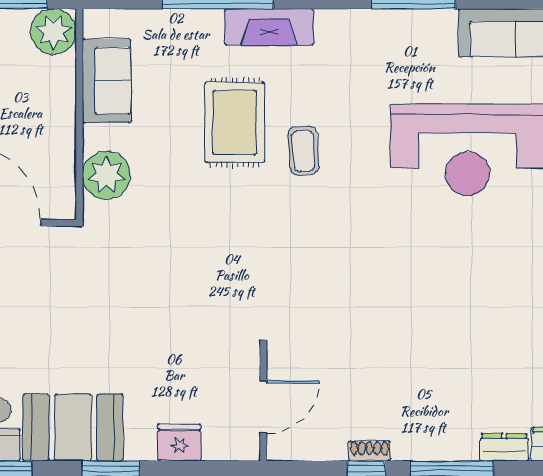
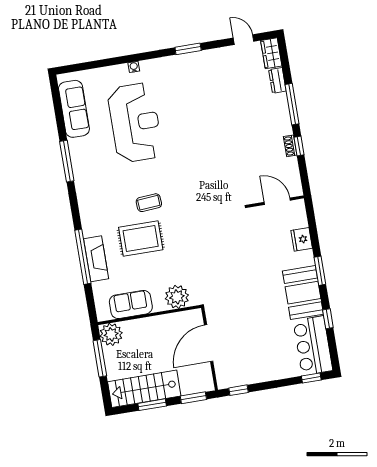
fireplace: (269, 27) -> (96, 259), moved

